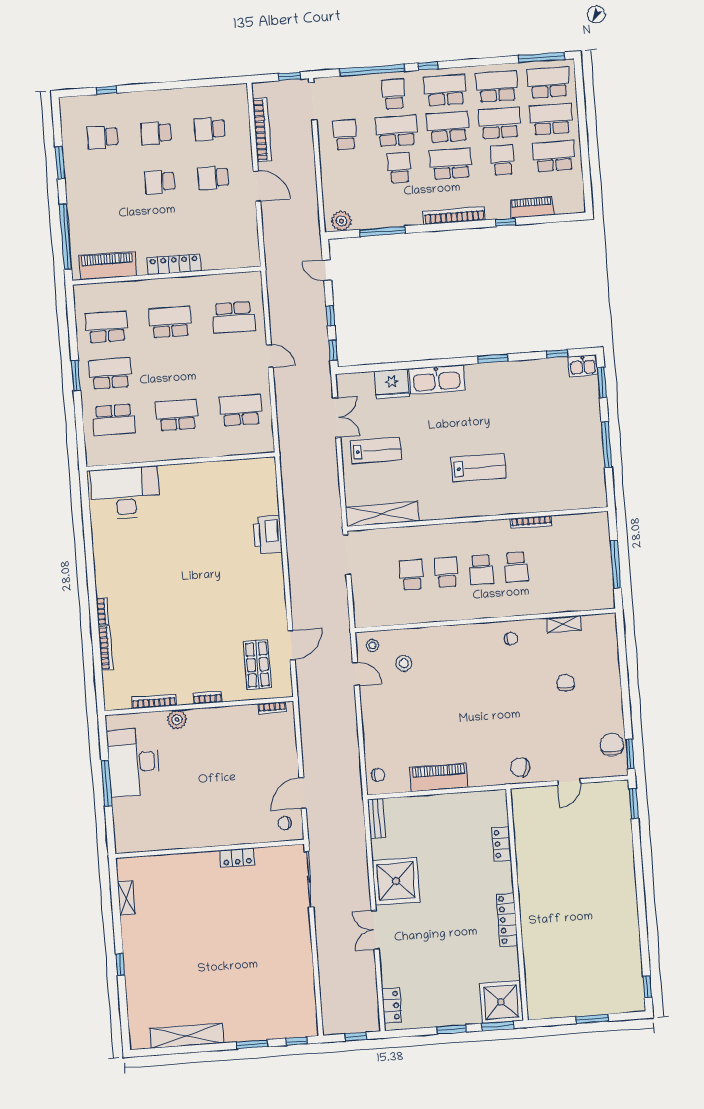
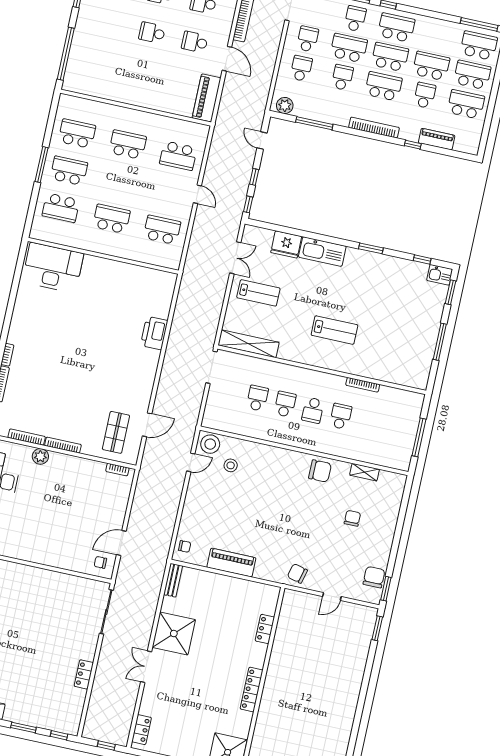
school desk: (497, 86) -> (301, 68), moved, width x0.54
locker: (174, 264) -> (144, 100), removed
piano: (107, 266) -> (206, 98), moved, turned -90
window: (76, 376) -> (42, 165), width x1.44
school desk: (516, 567) -> (341, 416), turned 180
chair: (511, 639) -> (320, 471), width x1.87, depth x1.87
stool: (372, 645) -> (210, 444), width x1.89, depth x1.89
door: (356, 674) -> (191, 462), hinge flipped
bookcase: (207, 698) -> (63, 445), width x1.56
locker: (237, 857) -> (84, 674), moved, turned 90

